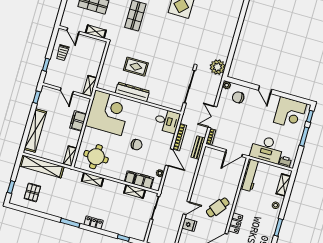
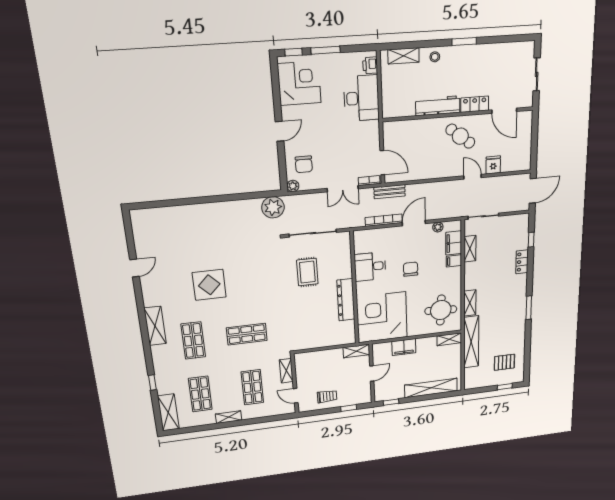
door: (73, 31) -> (296, 396), swing flipped
rug: (136, 67) -> (307, 272), moved
desk: (167, 121) -> (370, 267), moved, turned -90
door: (234, 153) -> (382, 163), moved
shelving: (42, 166) -> (471, 342), moved
workbench: (250, 175) -> (438, 106), moved
locker: (94, 223) -> (522, 262), moved

